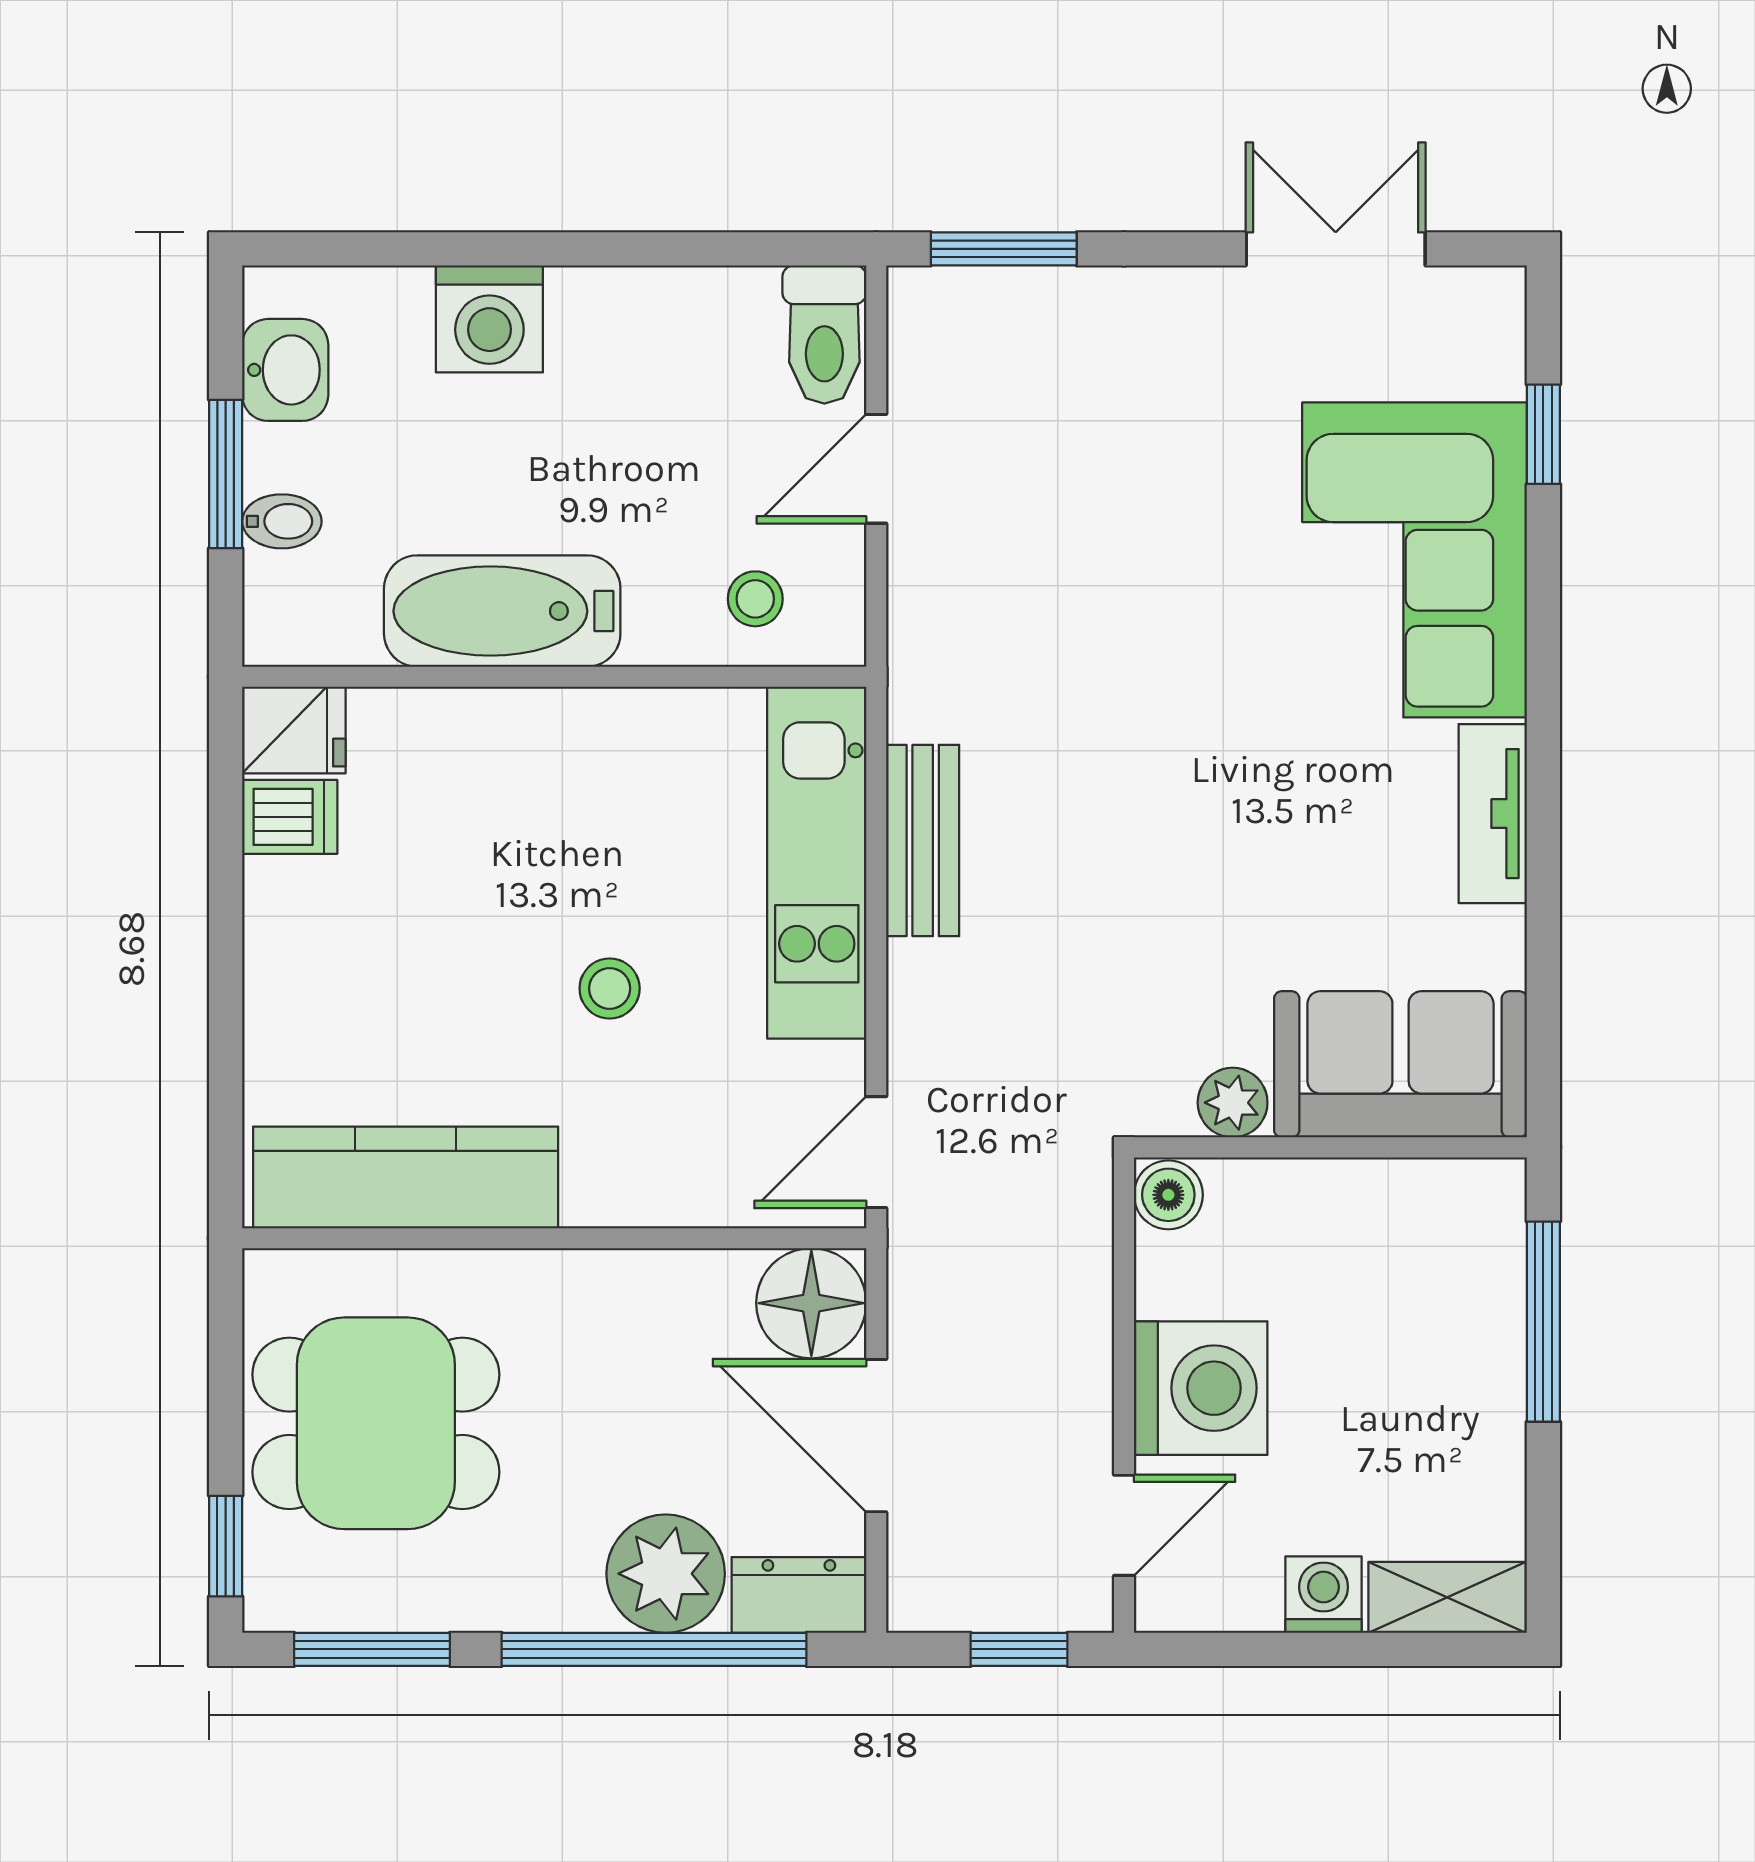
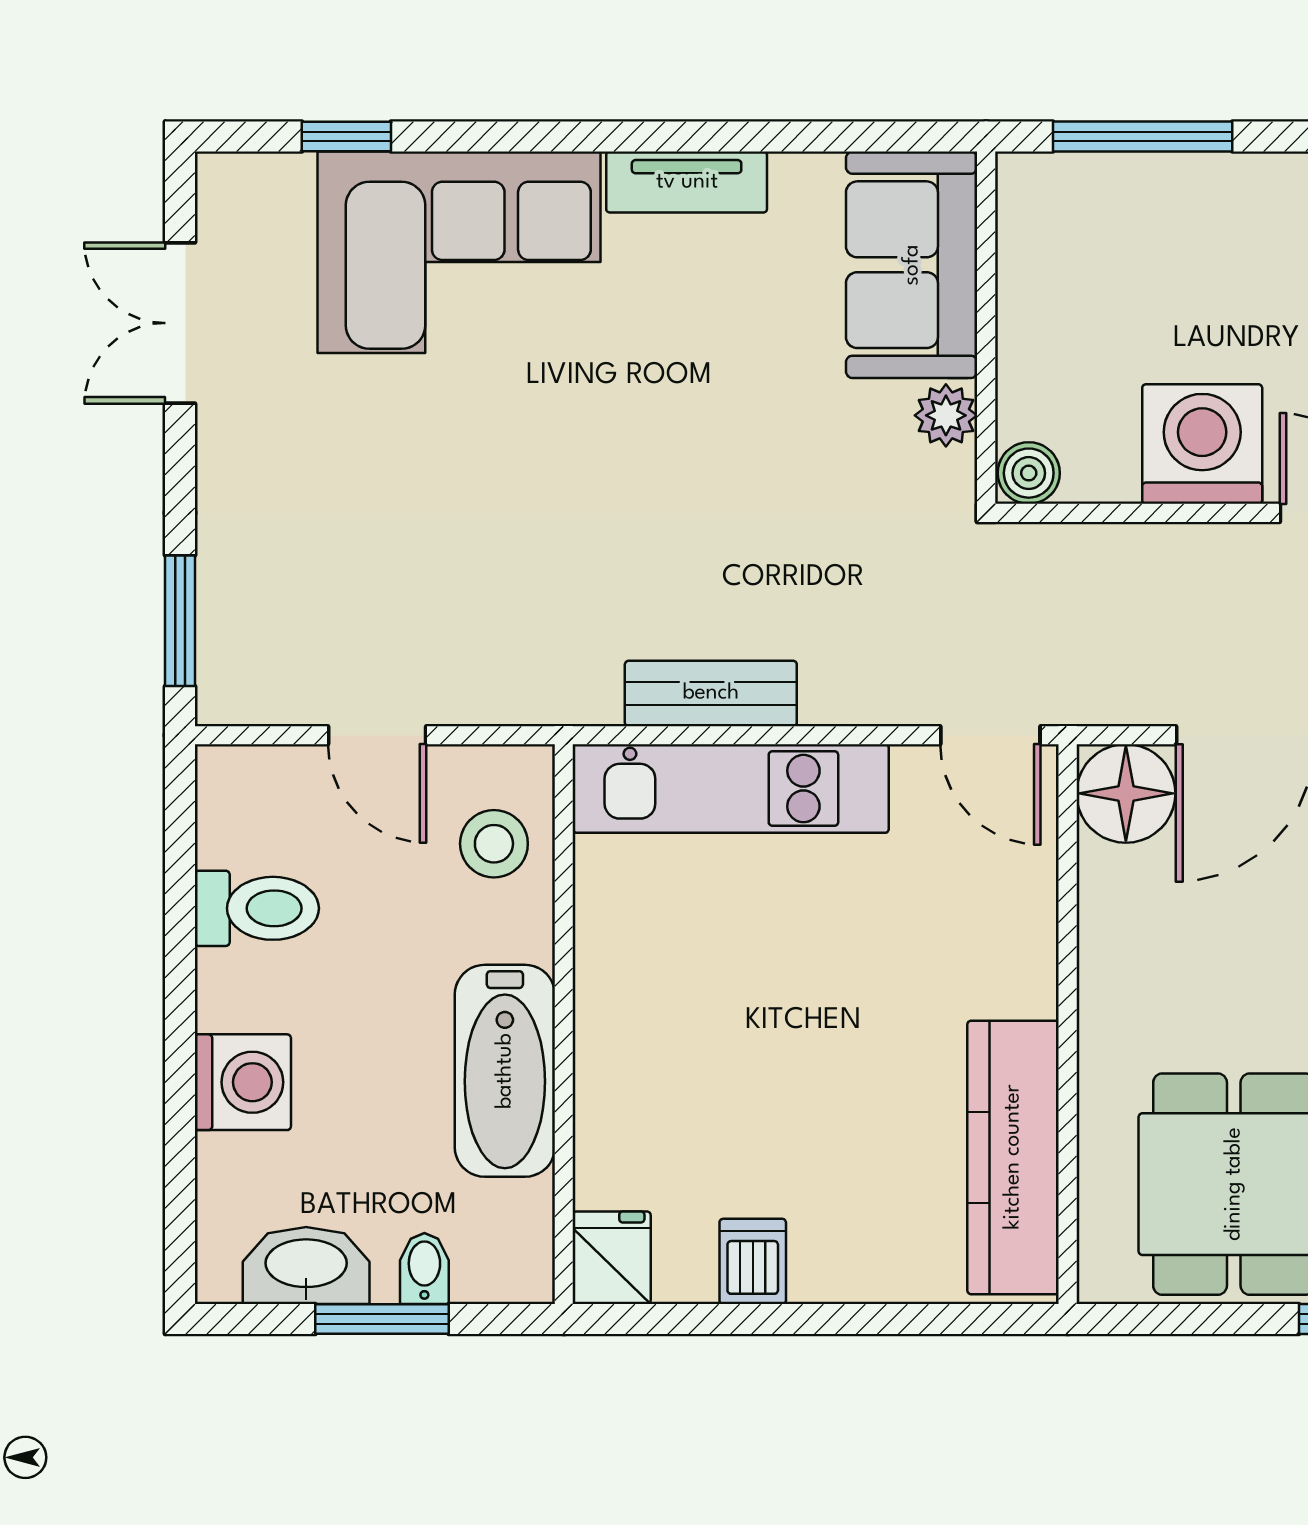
toilet: (824, 335) -> (257, 908), moved
washbasin: (285, 370) -> (306, 1266), width x1.38
stool: (755, 599) -> (494, 844), width x1.37, depth x1.37
dishwasher: (290, 817) -> (753, 1261), moved
stool: (610, 988) -> (844, 974), removed

